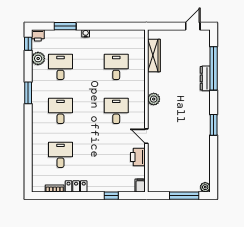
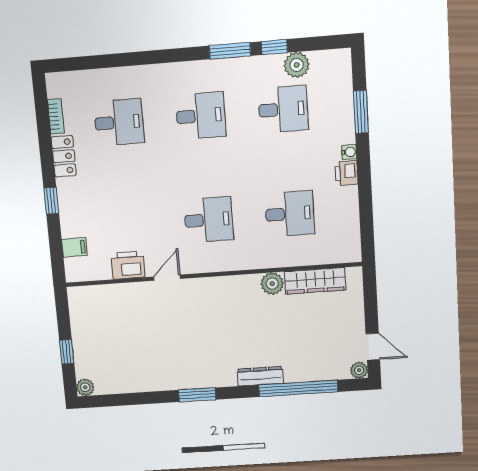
plant: (205, 34) -> (359, 370), added
printer: (38, 35) -> (347, 173), moved
window: (28, 44) -> (274, 47), moved
dresser: (205, 78) -> (260, 376), moved
plant: (154, 99) -> (272, 284), moved
filing cabinet: (140, 185) -> (74, 247), moved
window: (111, 196) -> (51, 201), moved
window: (184, 196) -> (67, 352), width x0.46

